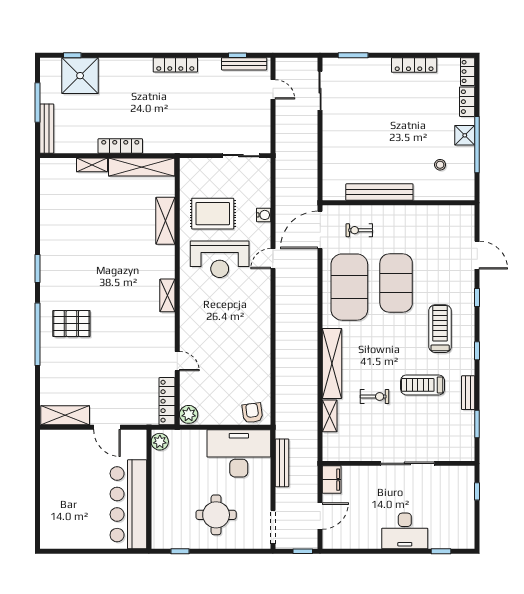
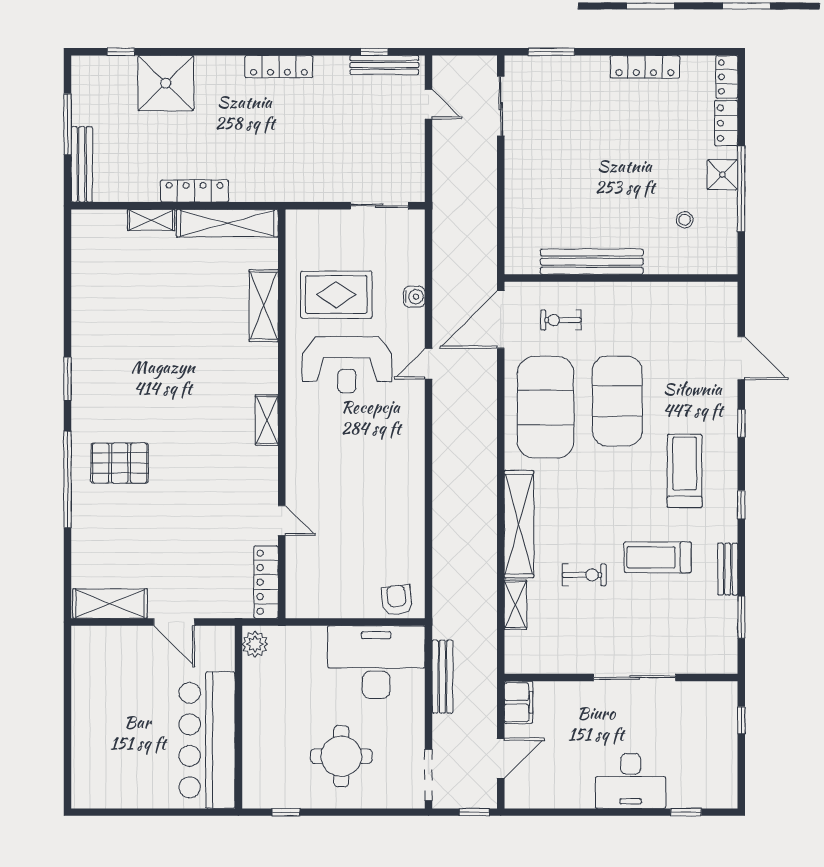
shower: (80, 76) -> (166, 83), moved
plant: (189, 414) -> (299, 602), removed

